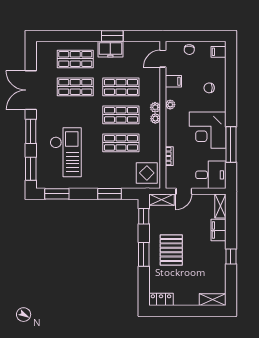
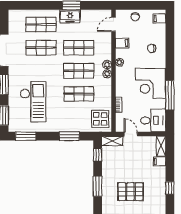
door: (184, 191) -> (131, 134), swing flipped
filing cabinet: (219, 230) -> (159, 162), width x0.50
pallet: (171, 250) -> (130, 192), moved, turned 90

